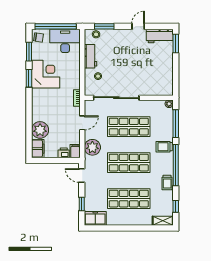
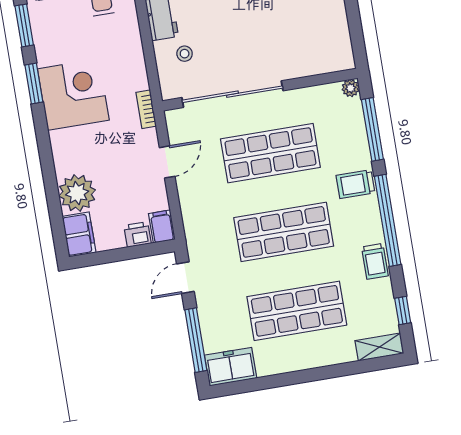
corner desk: (46, 74) -> (73, 95), moved
plant: (92, 147) -> (198, 212), removed
door: (82, 176) -> (185, 278), hinge flipped
window: (82, 204) -> (196, 340), width x2.17

